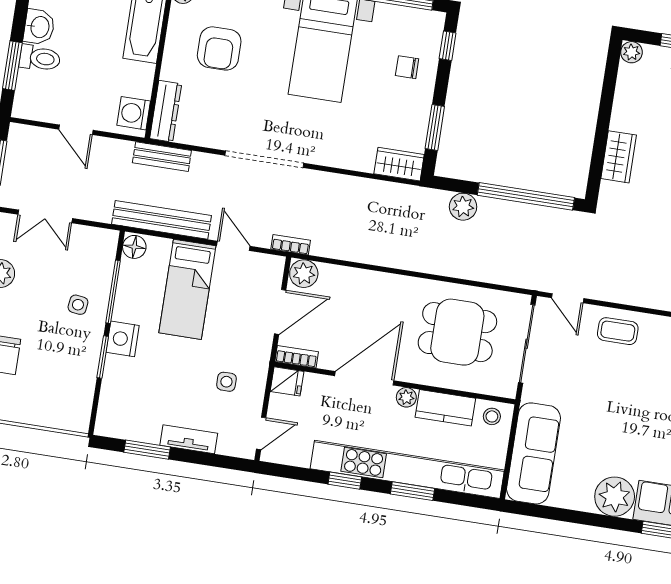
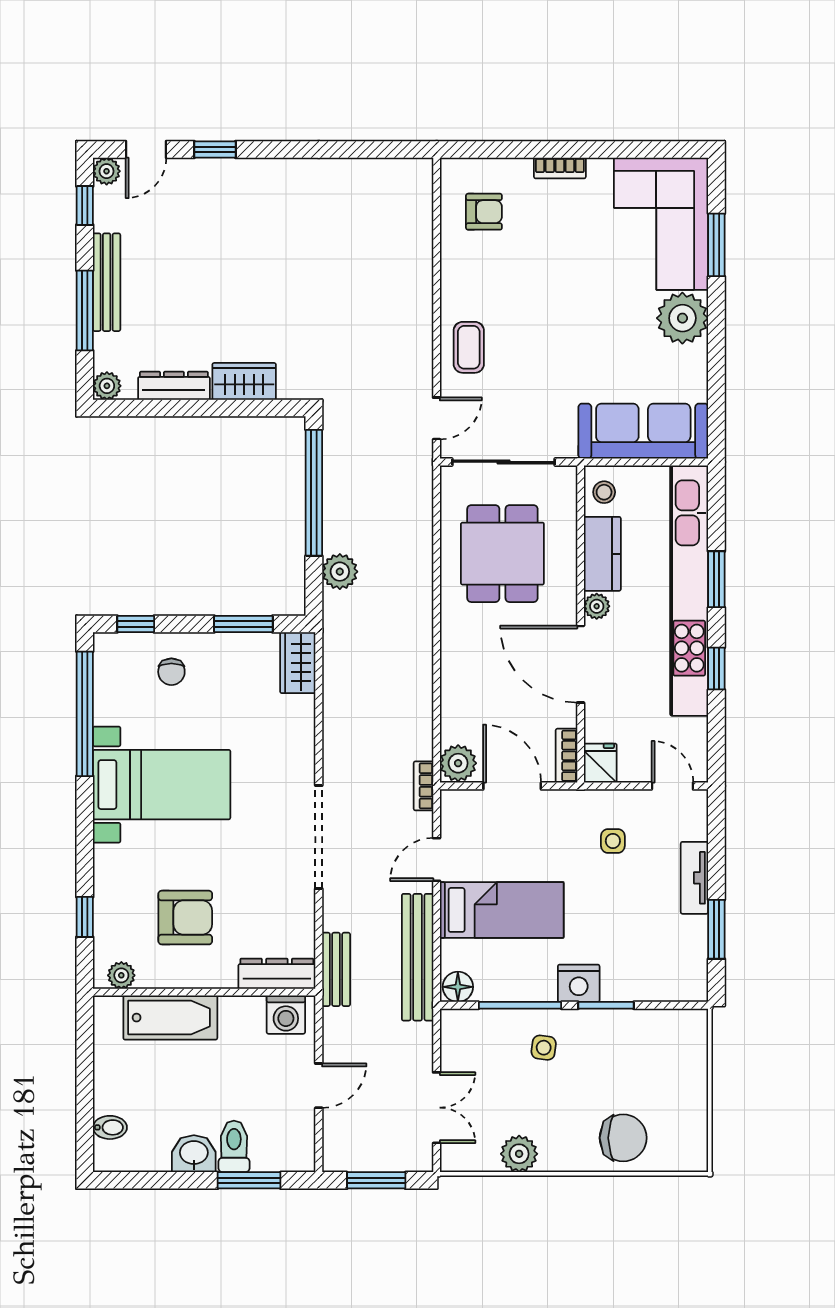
dresser: (624, 103) -> (174, 386), added

